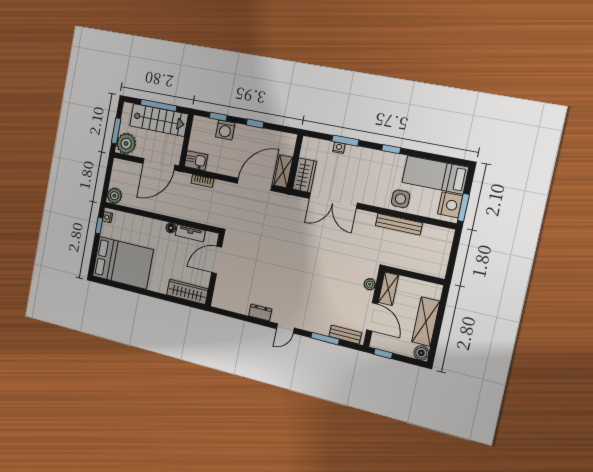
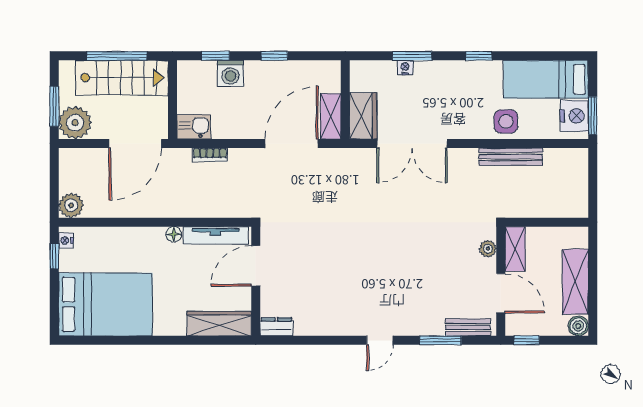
tv unit: (190, 233) -> (216, 235), width x1.41
dresser: (260, 312) -> (276, 327), moved

